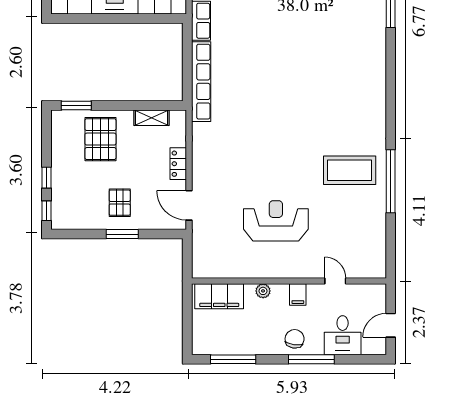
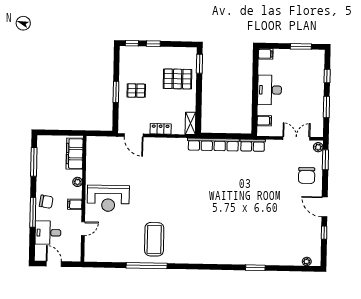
shelving: (151, 118) -> (190, 123), moved
door: (189, 205) -> (134, 135), swing flipped
reception desk: (276, 221) -> (108, 198), moved, turned 90

